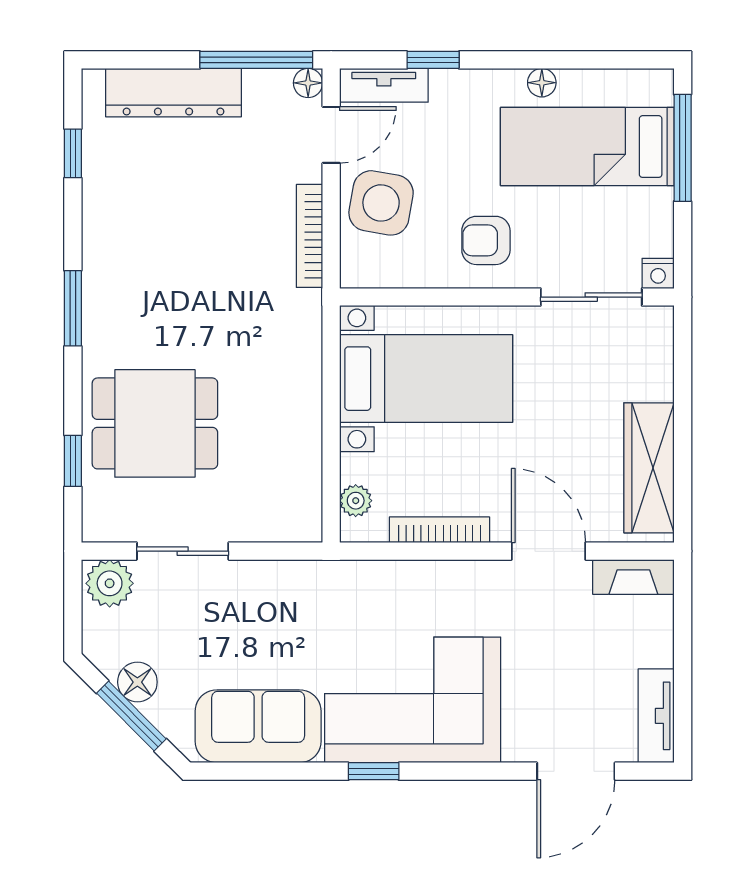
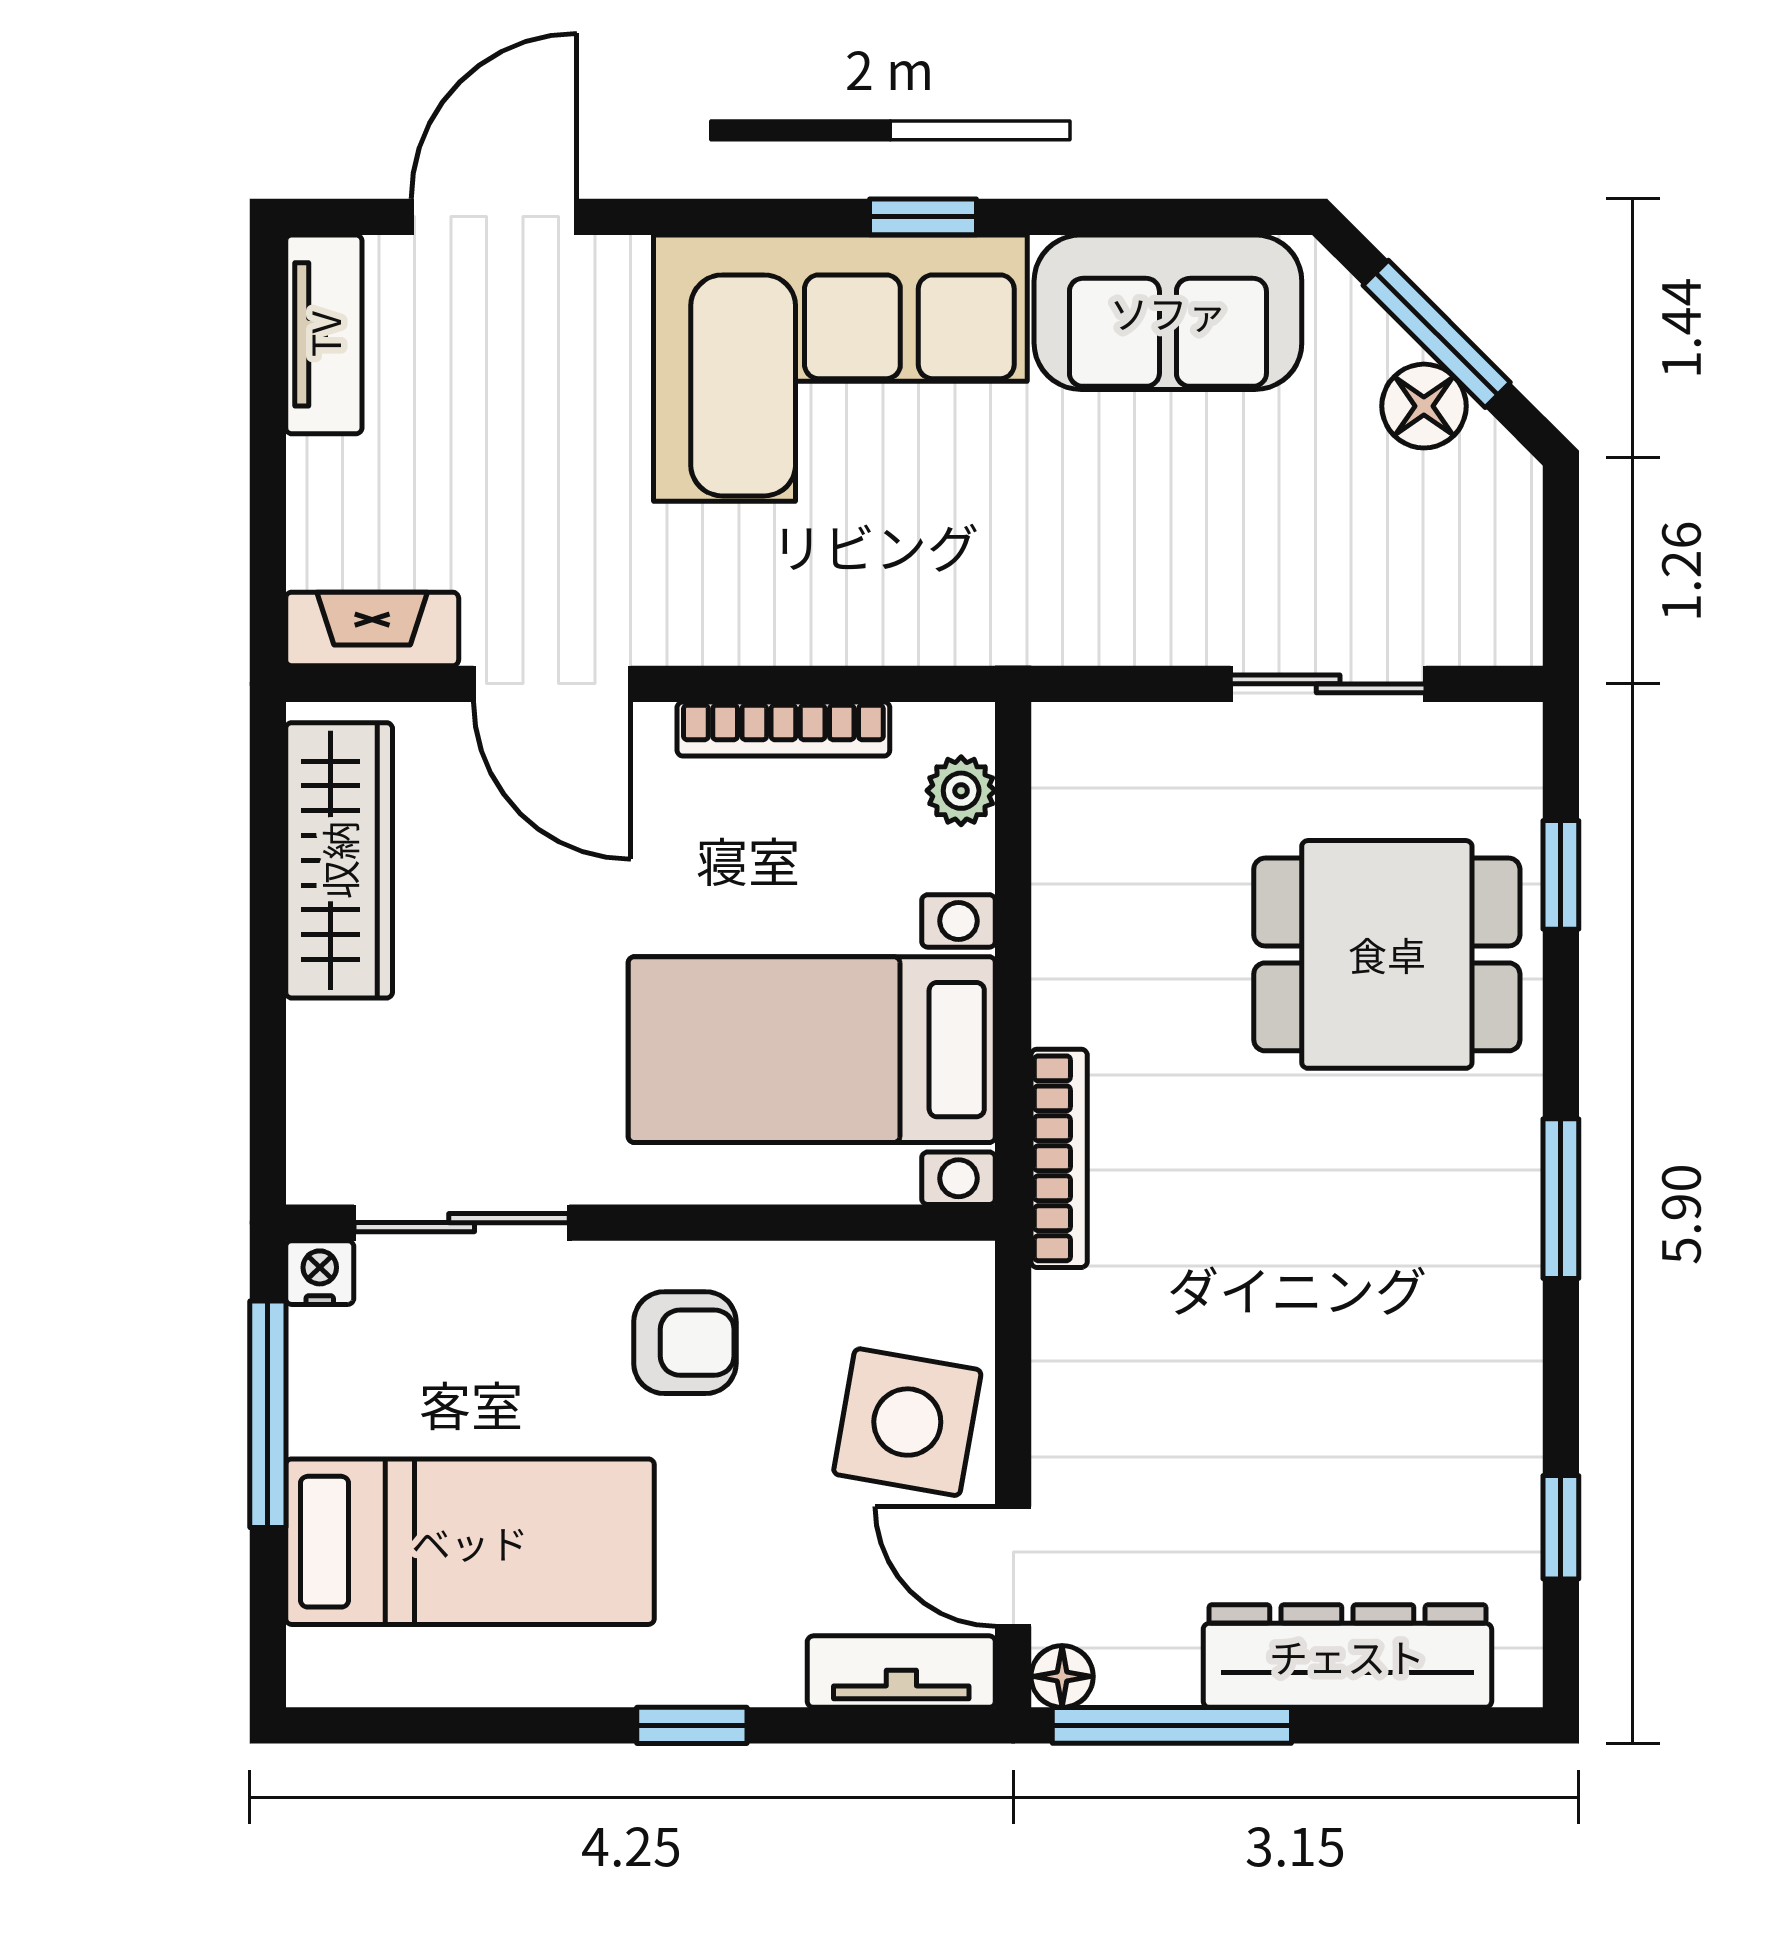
window: (433, 60) -> (692, 1725), moved
floor lamp: (542, 83) -> (566, 1677), removed
door: (331, 135) -> (1013, 1566), hinge flipped
window: (683, 148) -> (268, 1414), moved
bookcase: (309, 236) -> (1059, 1158), moved
plant: (110, 583) -> (1483, 615), removed

